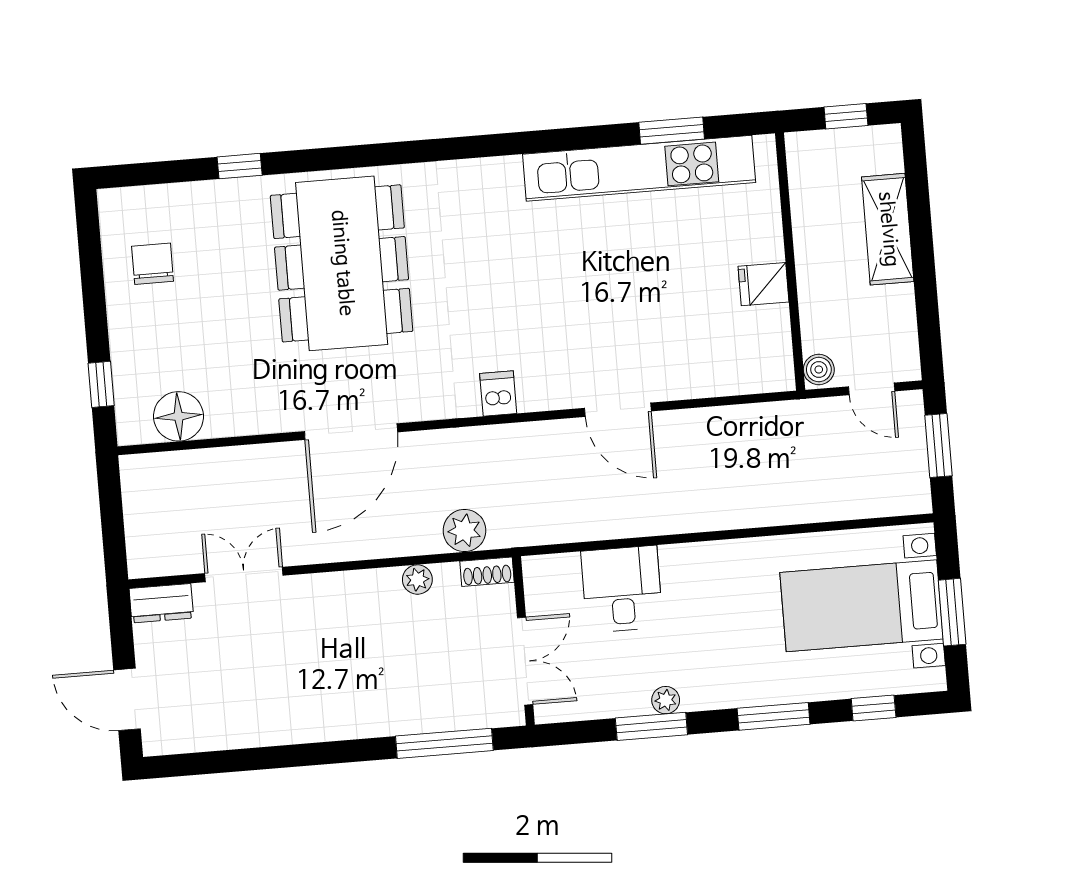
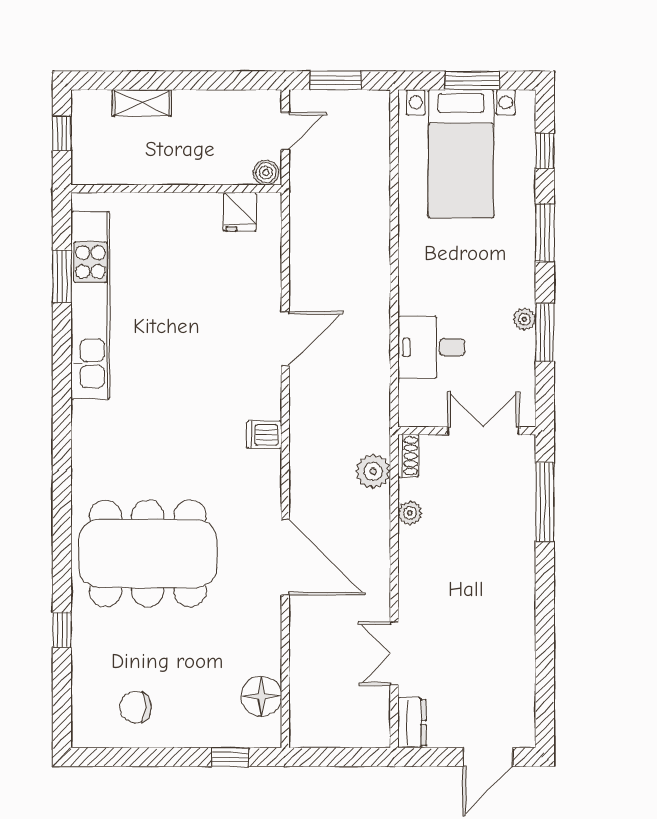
shelving: (888, 229) -> (142, 103), width x0.67, depth x0.75
fridge: (764, 284) -> (240, 212), moved

